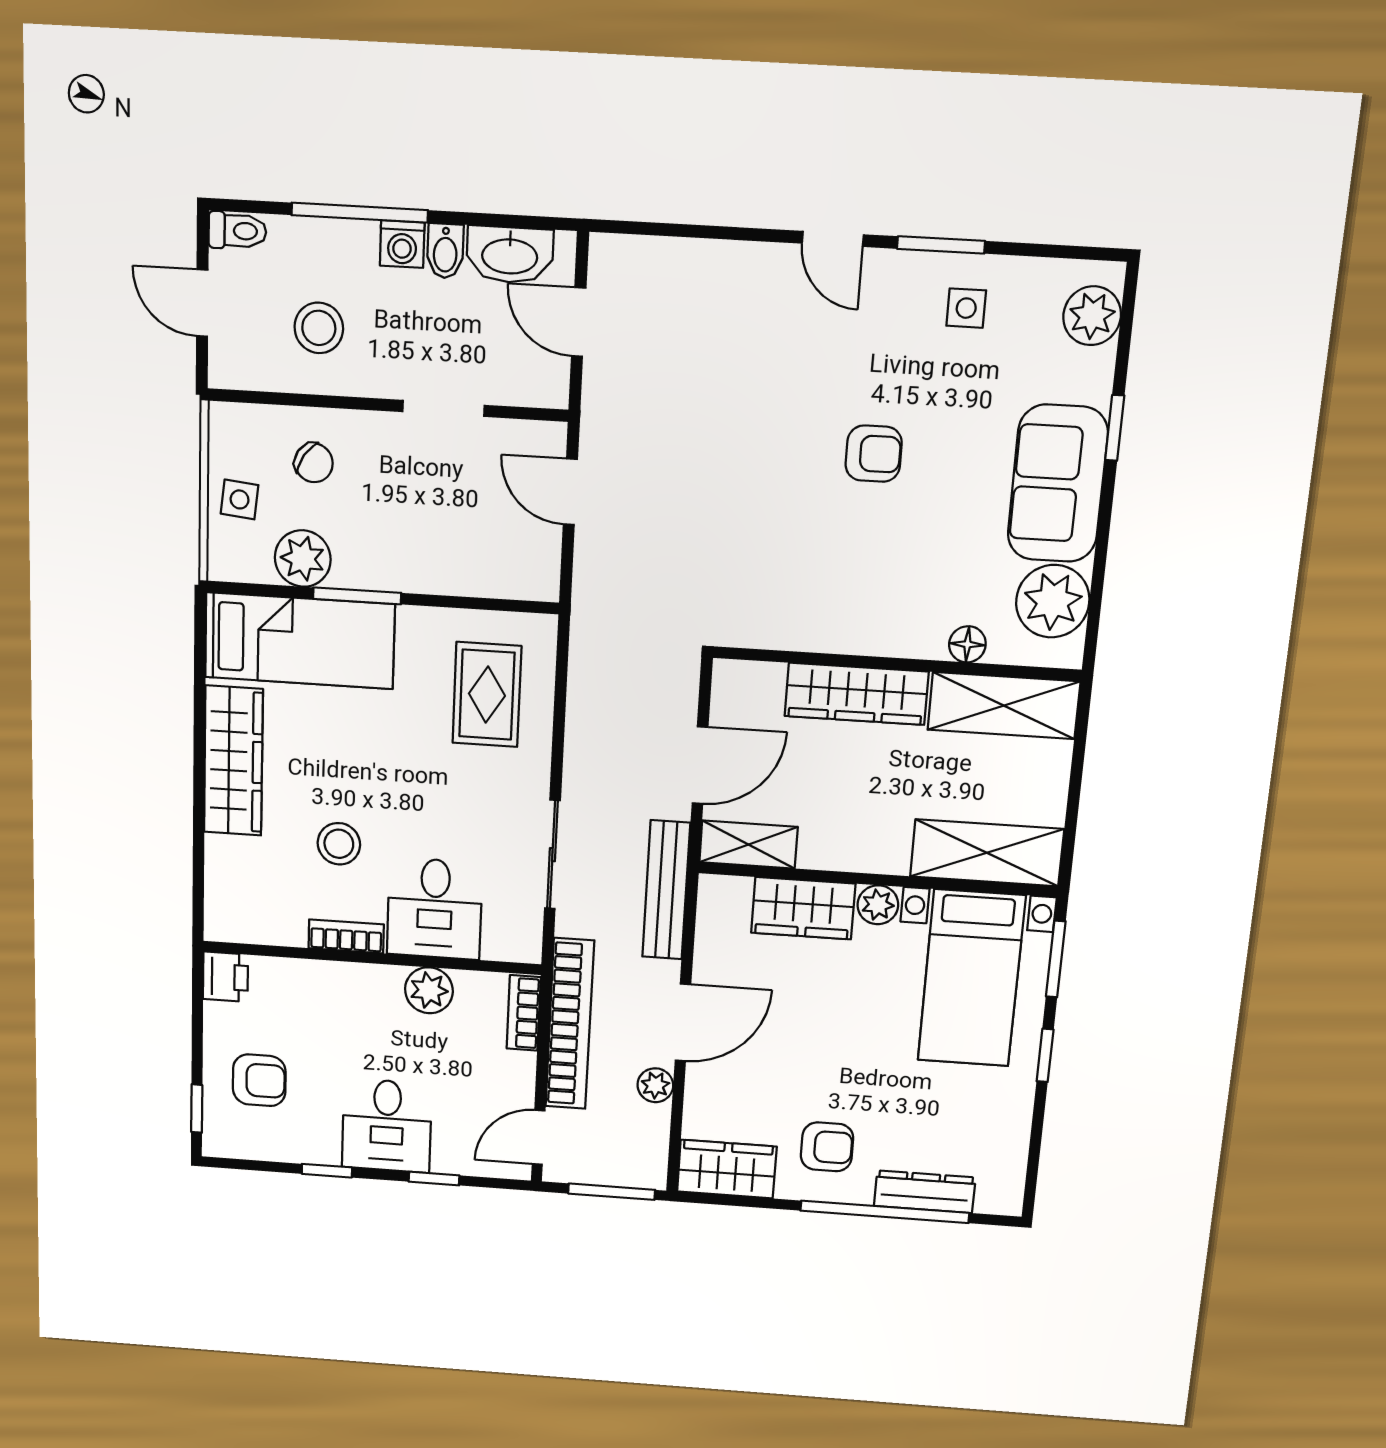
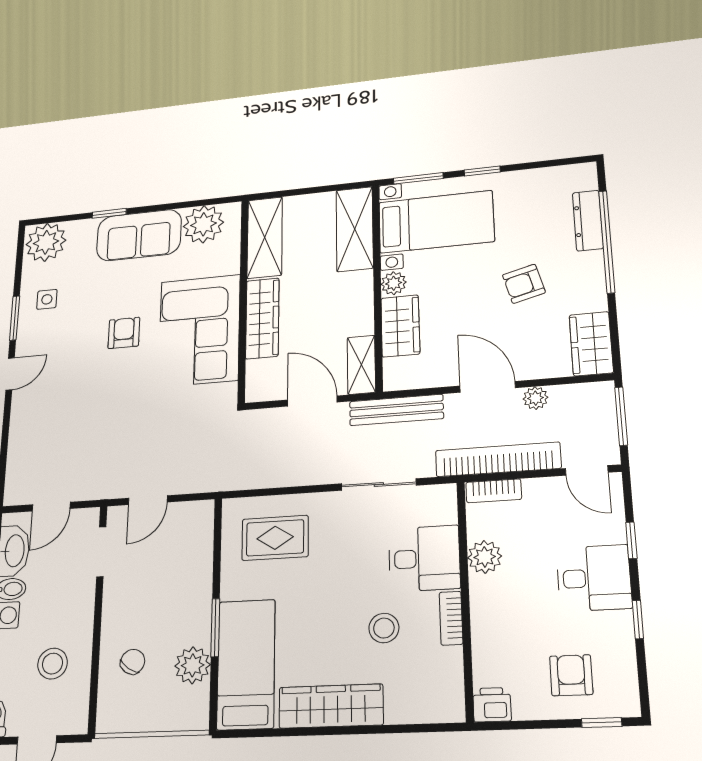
plant: (1092, 316) -> (46, 242), width x1.36, depth x1.36
doorway: (444, 408) -> (101, 552), moved
side table: (240, 499) -> (156, 710), removed
corner sofa: (854, 587) -> (199, 331), added
floor lamp: (967, 644) -> (230, 264), removed
armchair: (827, 1147) -> (524, 284), moved, turned -105

